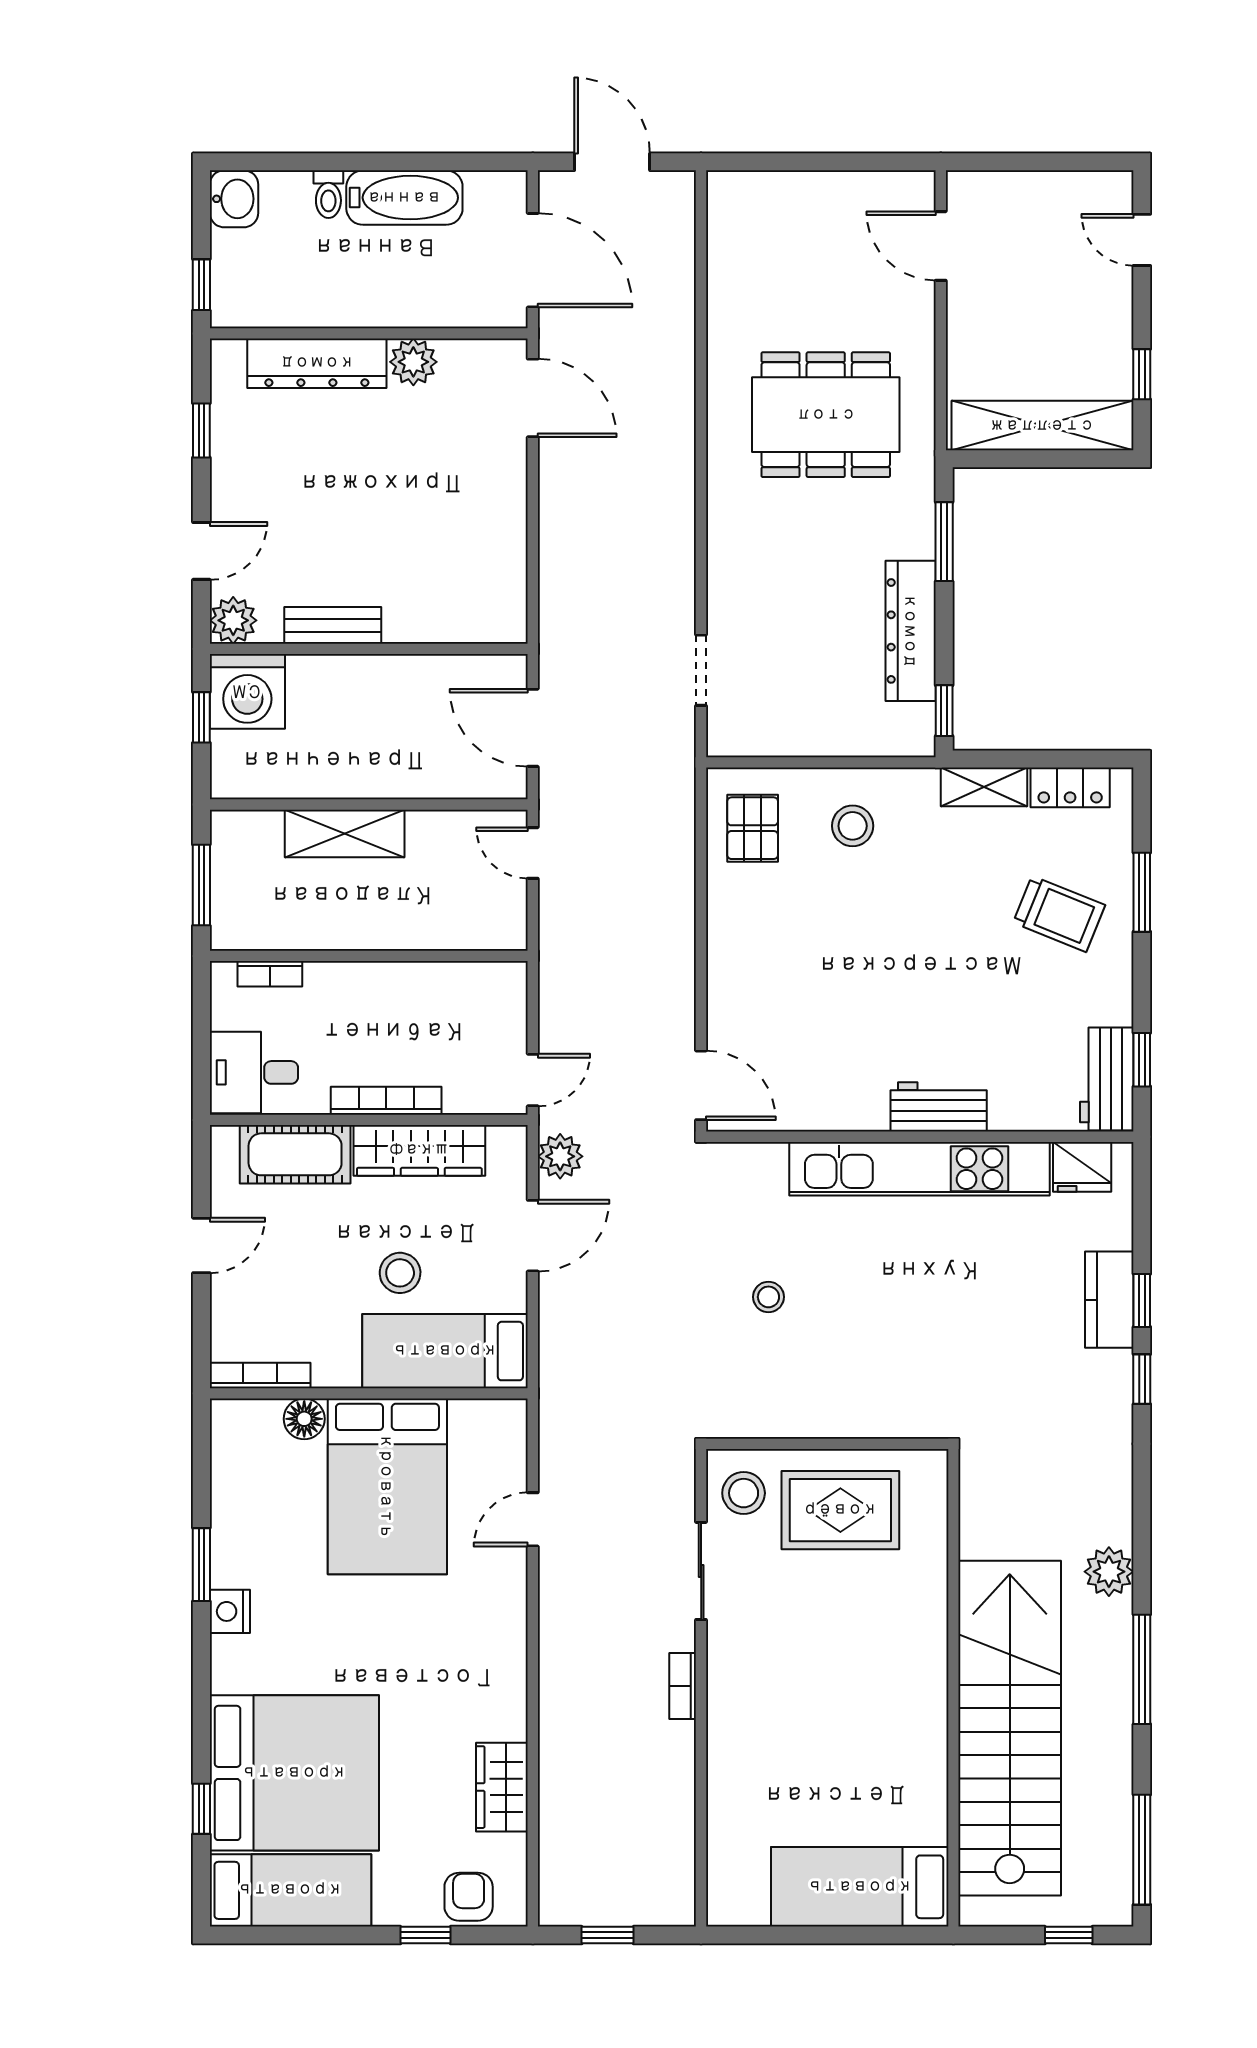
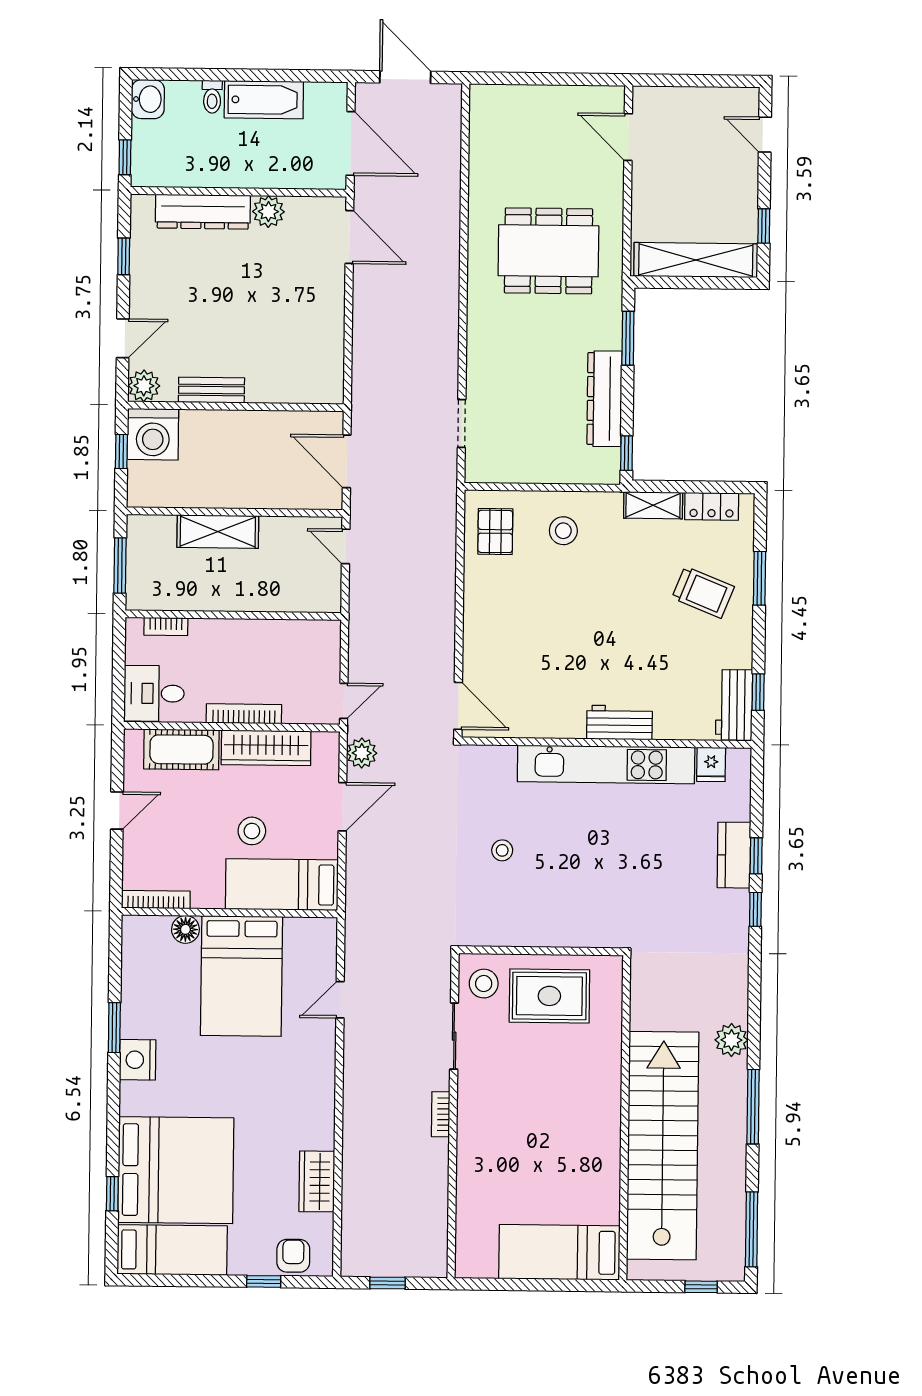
fridge: (1082, 1167) -> (711, 764), width x0.72
nightstand: (230, 1611) -> (138, 1060), width x1.36, depth x1.33

